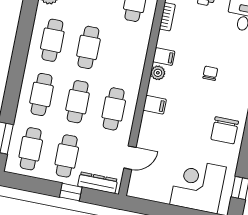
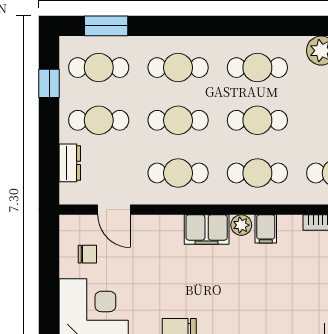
cafe table: (124, 55) -> (257, 173), added
chair: (210, 73) -> (87, 254), moved
filing cabinet: (155, 105) -> (207, 230), width x2.00
dresser: (98, 183) -> (70, 163), width x0.70
window: (71, 192) -> (49, 83), moved

